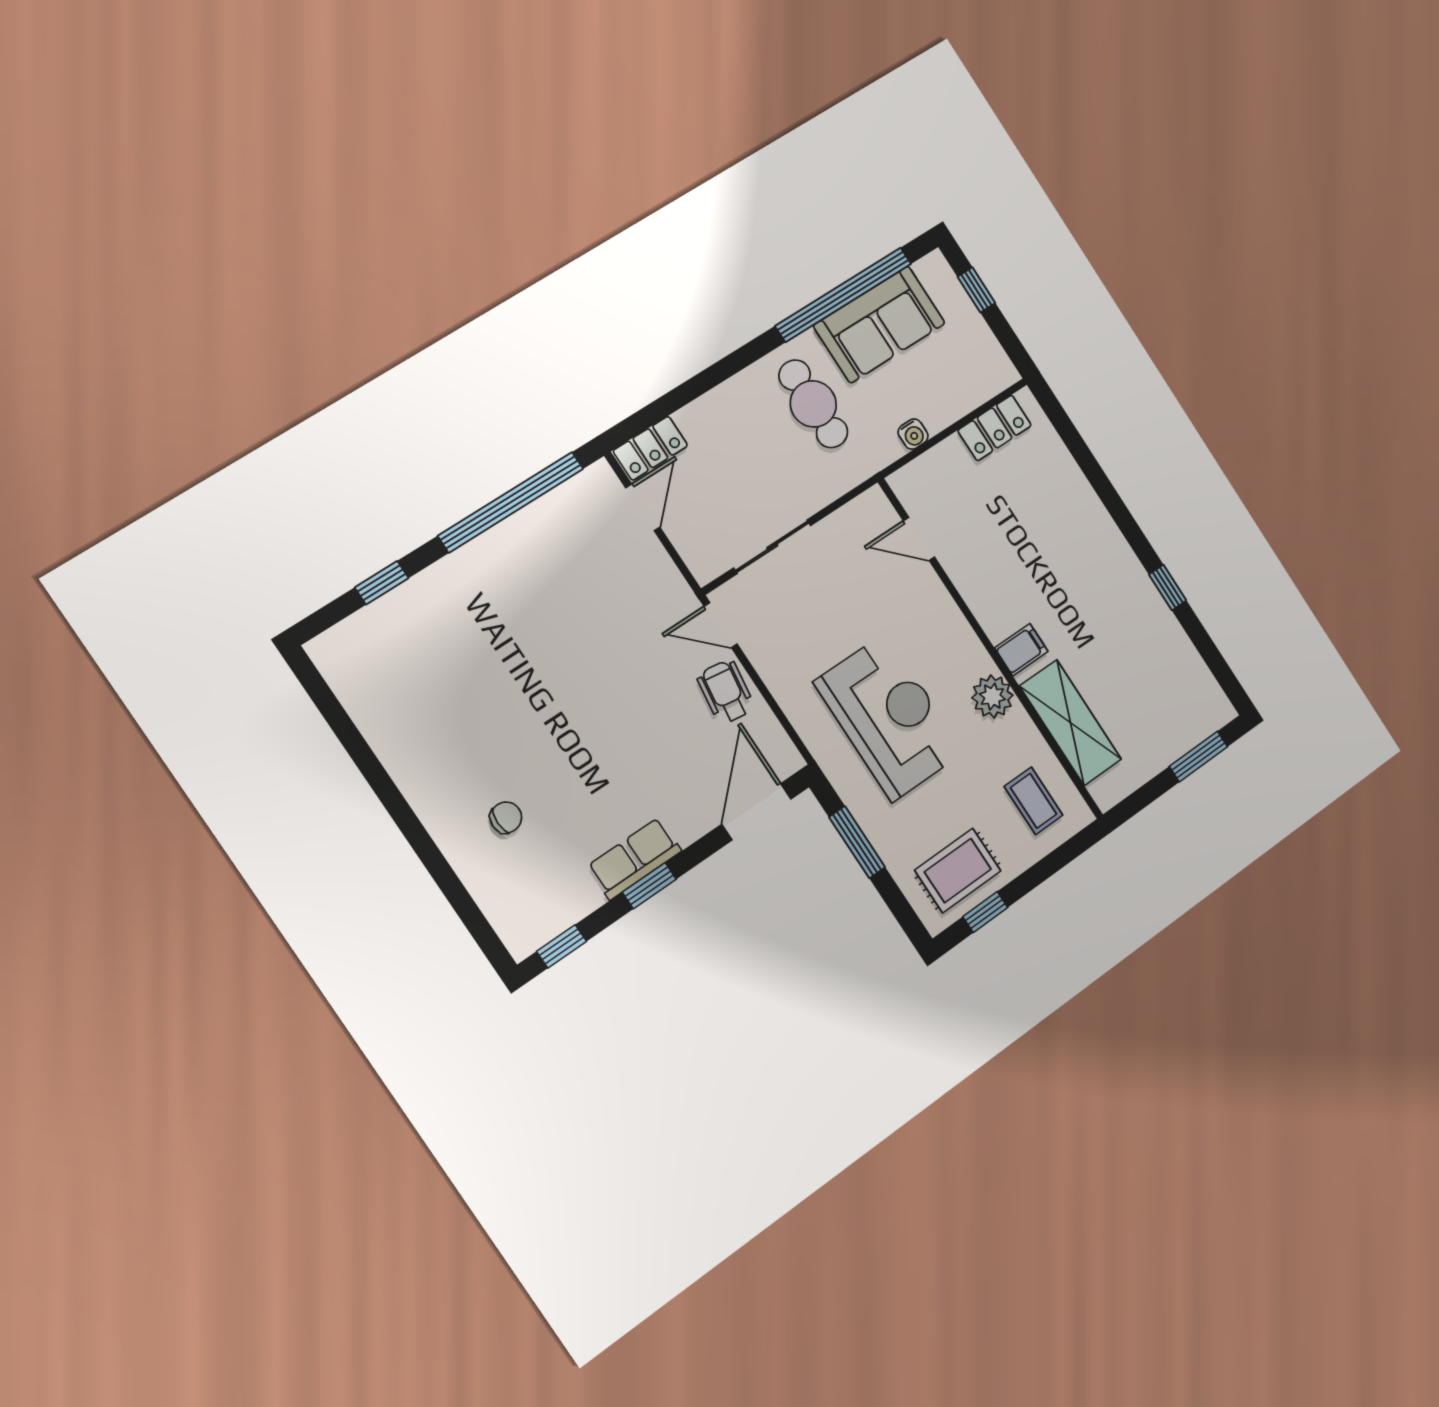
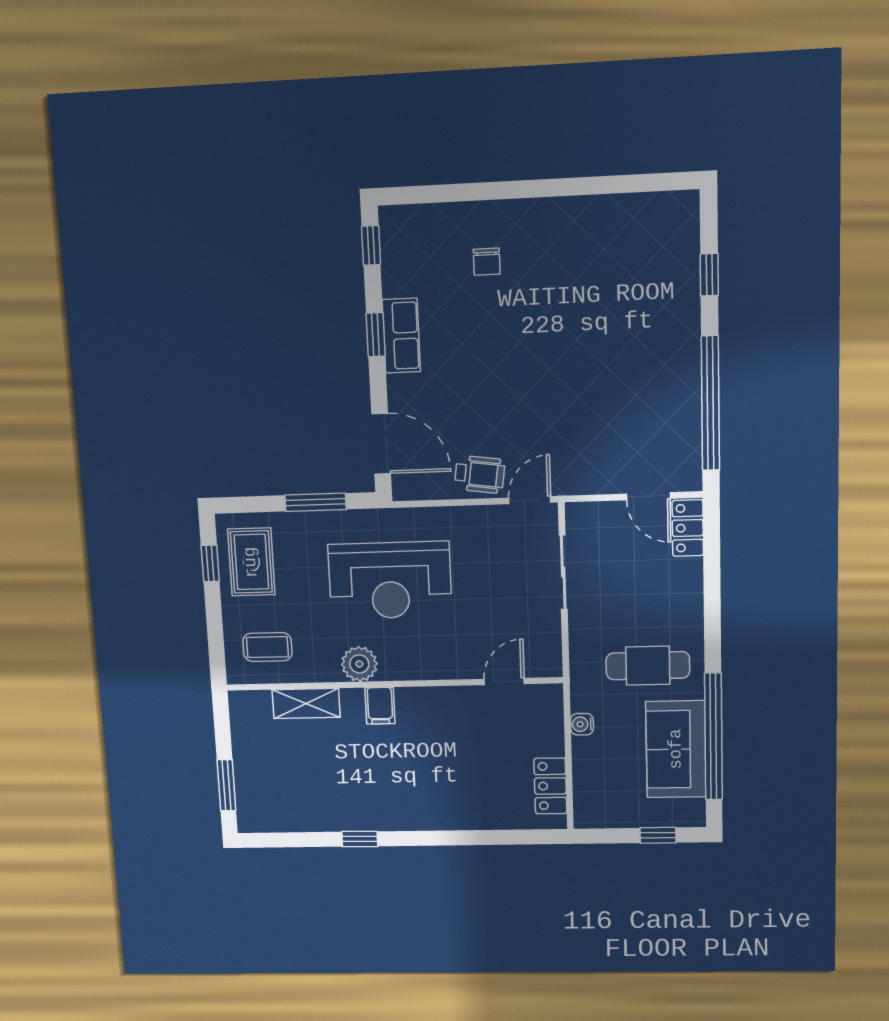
shelving: (1070, 723) -> (306, 704), width x0.67, depth x0.75

